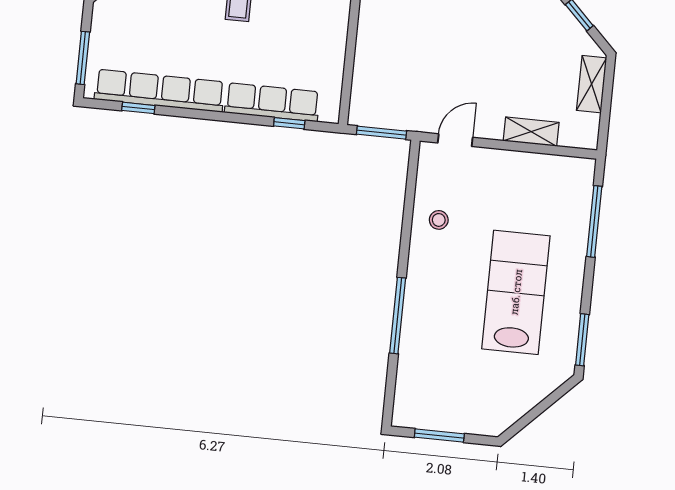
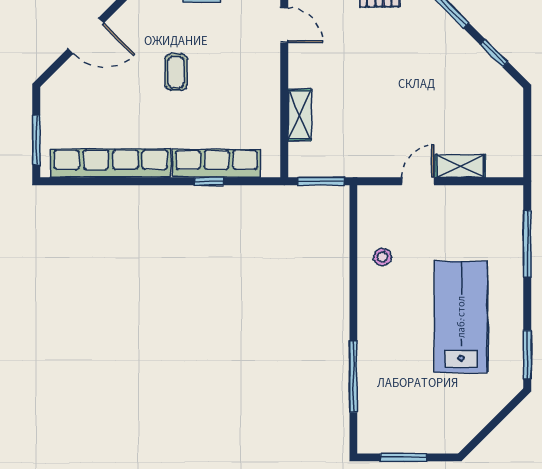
shelving: (592, 84) -> (300, 115), moved
window: (138, 108) -> (93, 181), removed
window: (289, 123) -> (209, 181), moved
door: (455, 140) -> (418, 181), moved
window: (398, 316) -> (353, 377), moved

